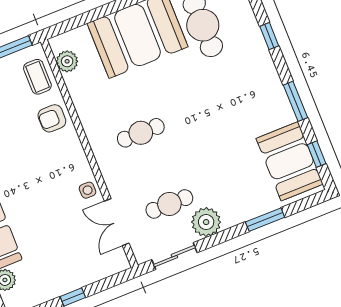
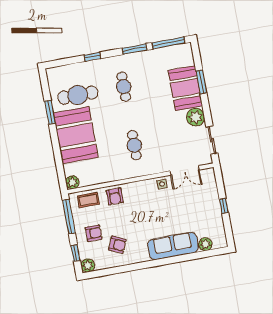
plant: (67, 61) -> (72, 182), moved
window: (317, 154) -> (169, 43), width x2.17
booth: (290, 161) -> (185, 88), moved, turned 90
cafe table: (169, 204) -> (124, 87), moved

